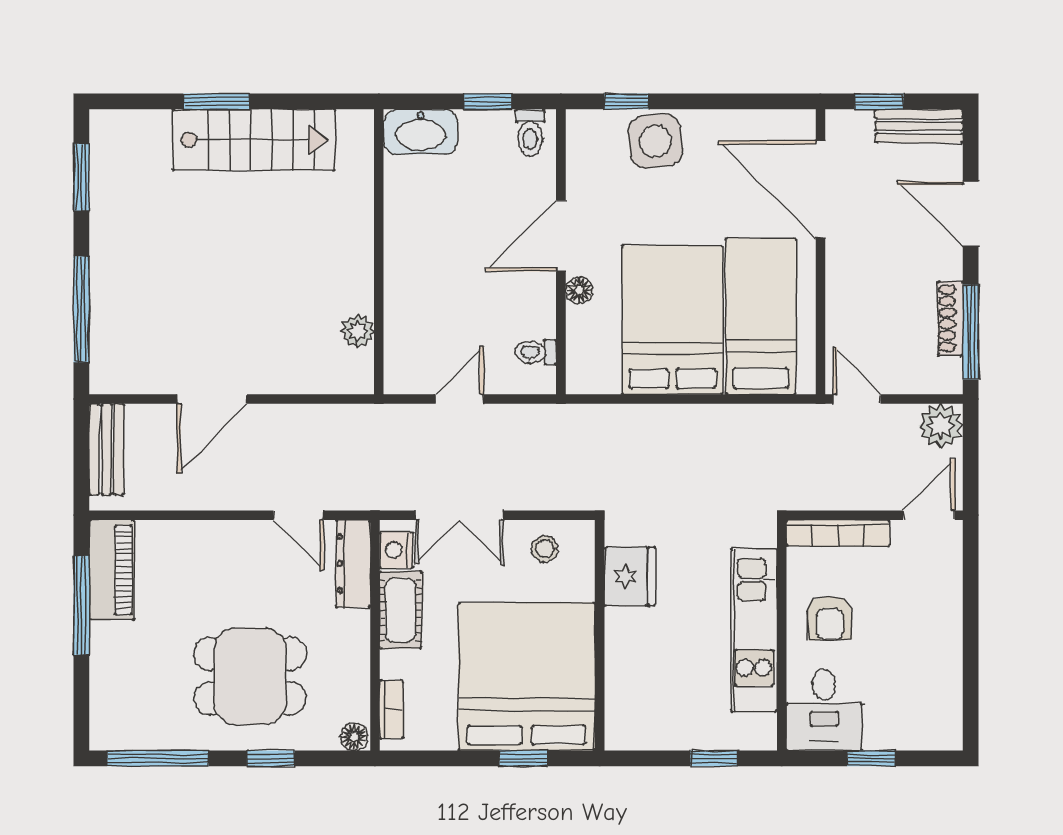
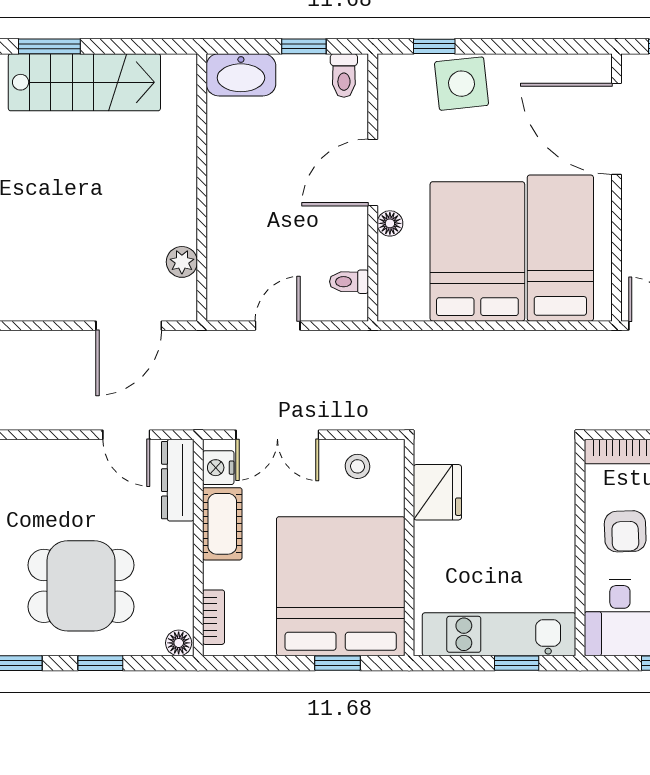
door: (212, 399) -> (129, 326), moved
kitchen unit: (754, 630) -> (499, 634), moved, turned 90

